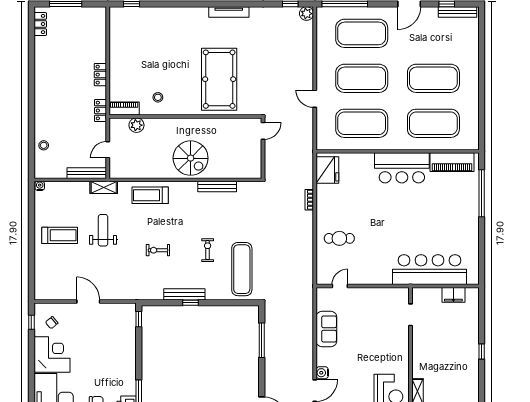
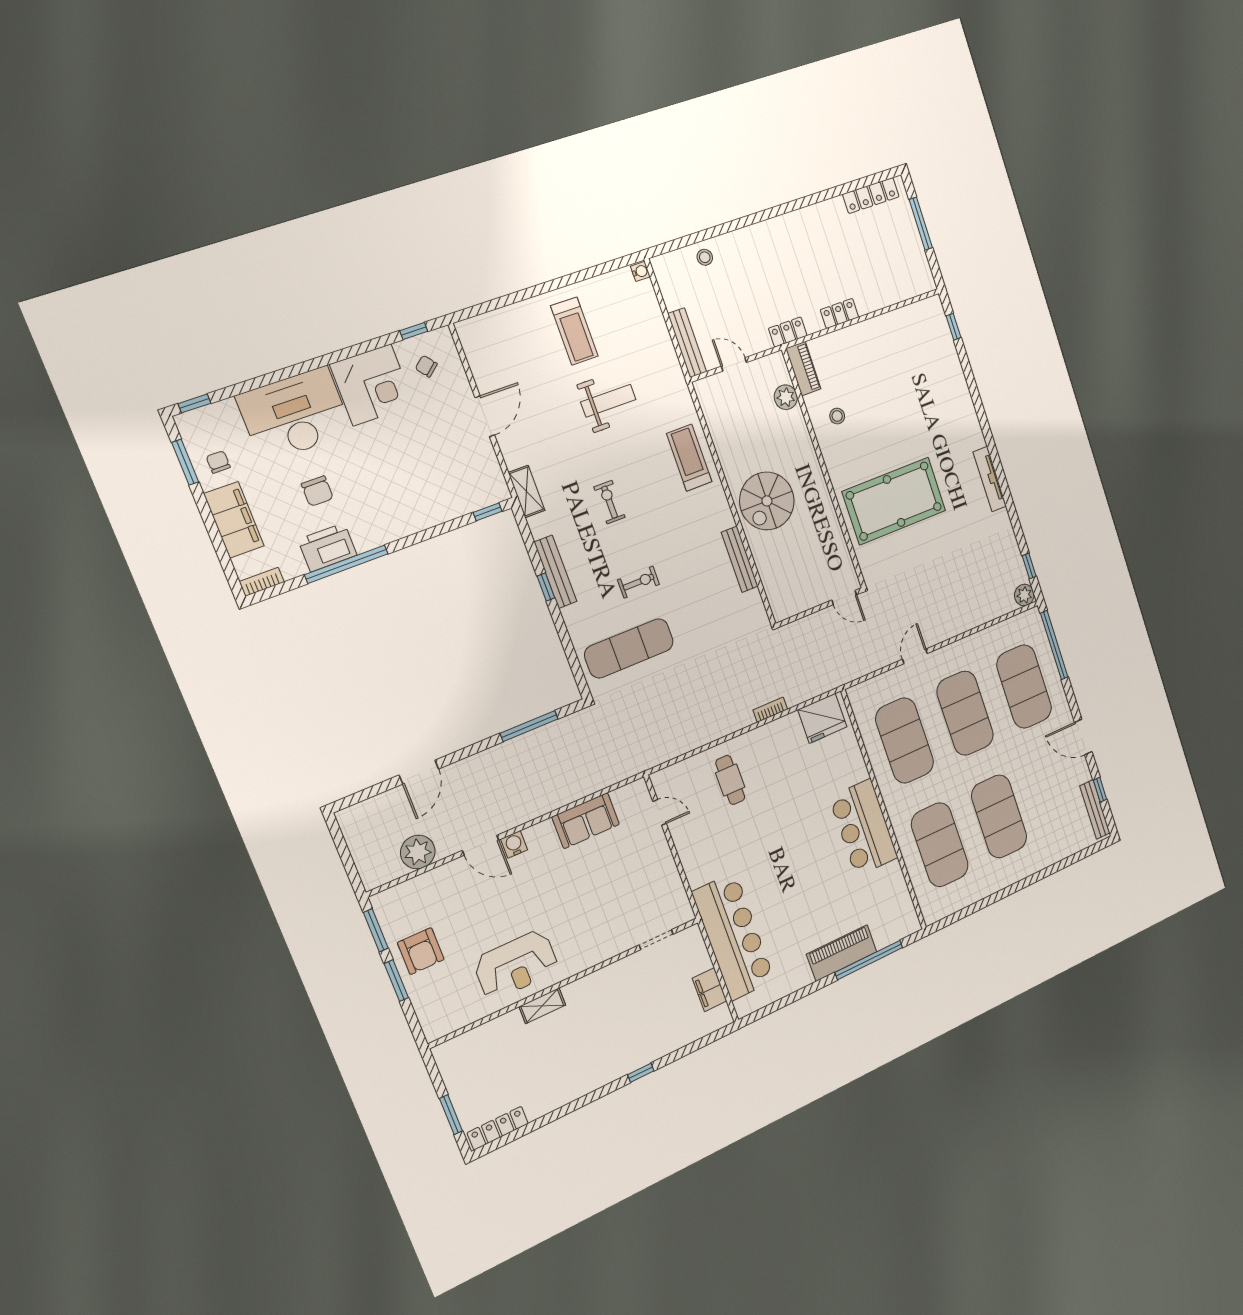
locker: (40, 24) -> (871, 195), width x1.53
piano: (452, 162) -> (842, 953), moved, turned 90
shelving: (104, 187) -> (526, 491), moved

